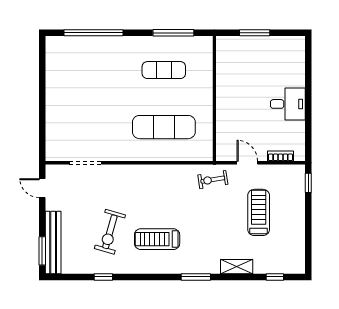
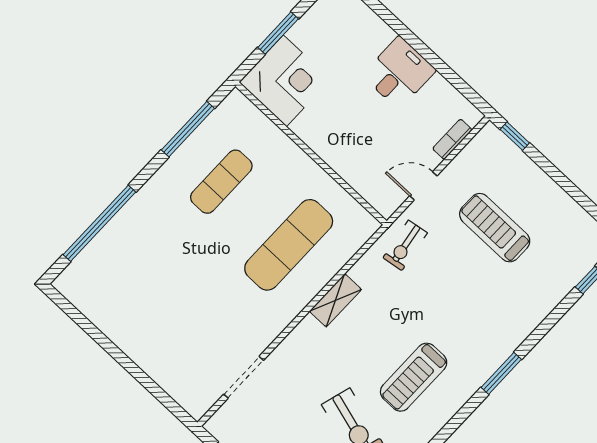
corner desk: (236, 56) -> (285, 81), added
shelving: (237, 267) -> (335, 300), moved

